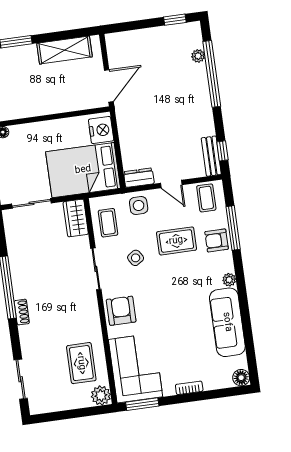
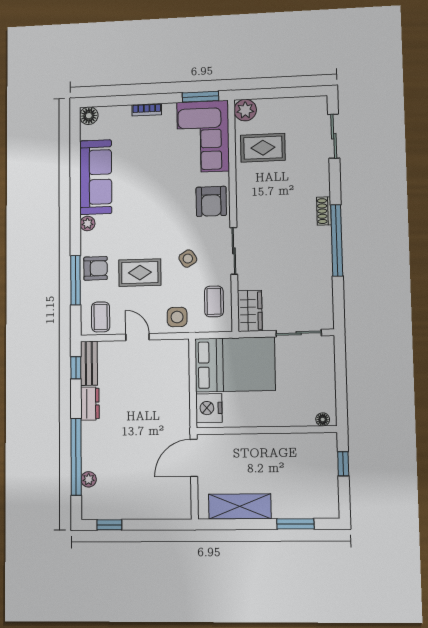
dresser: (139, 178) -> (90, 404), moved, turned -90
rug: (81, 363) -> (263, 148), turned 90

